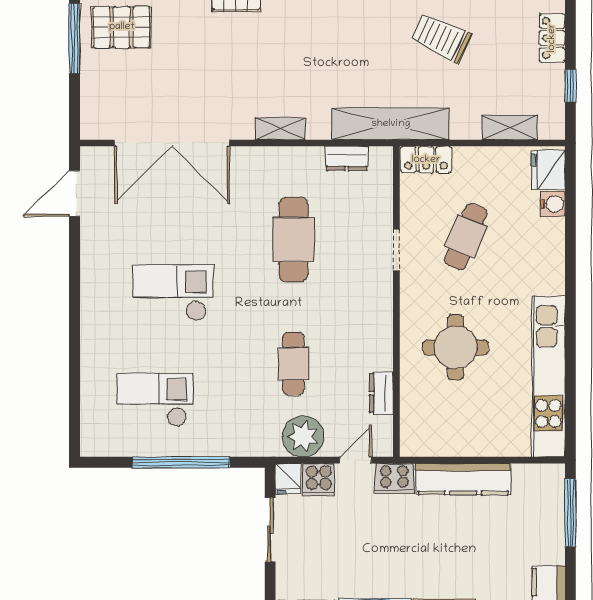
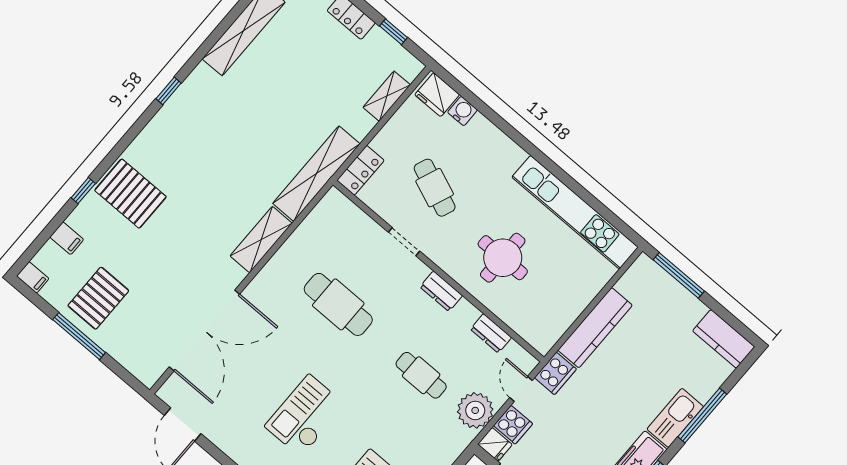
trolley: (441, 38) -> (288, 91), removed
shelving: (280, 129) -> (261, 240), width x1.50, depth x1.33
dresser: (347, 158) -> (441, 291), moved, turned 90

